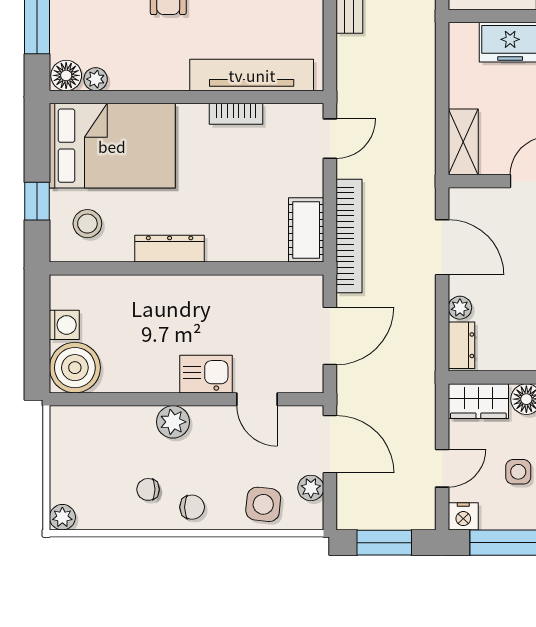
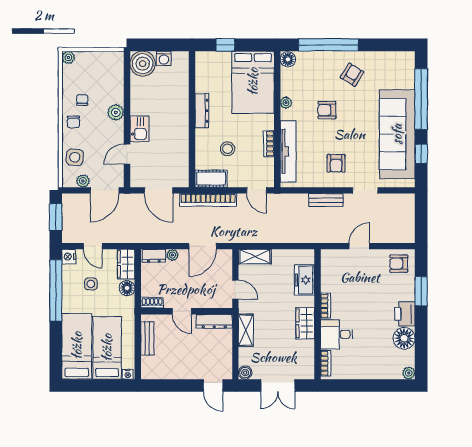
plant: (96, 79) -> (286, 103), moved
stool: (87, 224) -> (228, 149), moved

